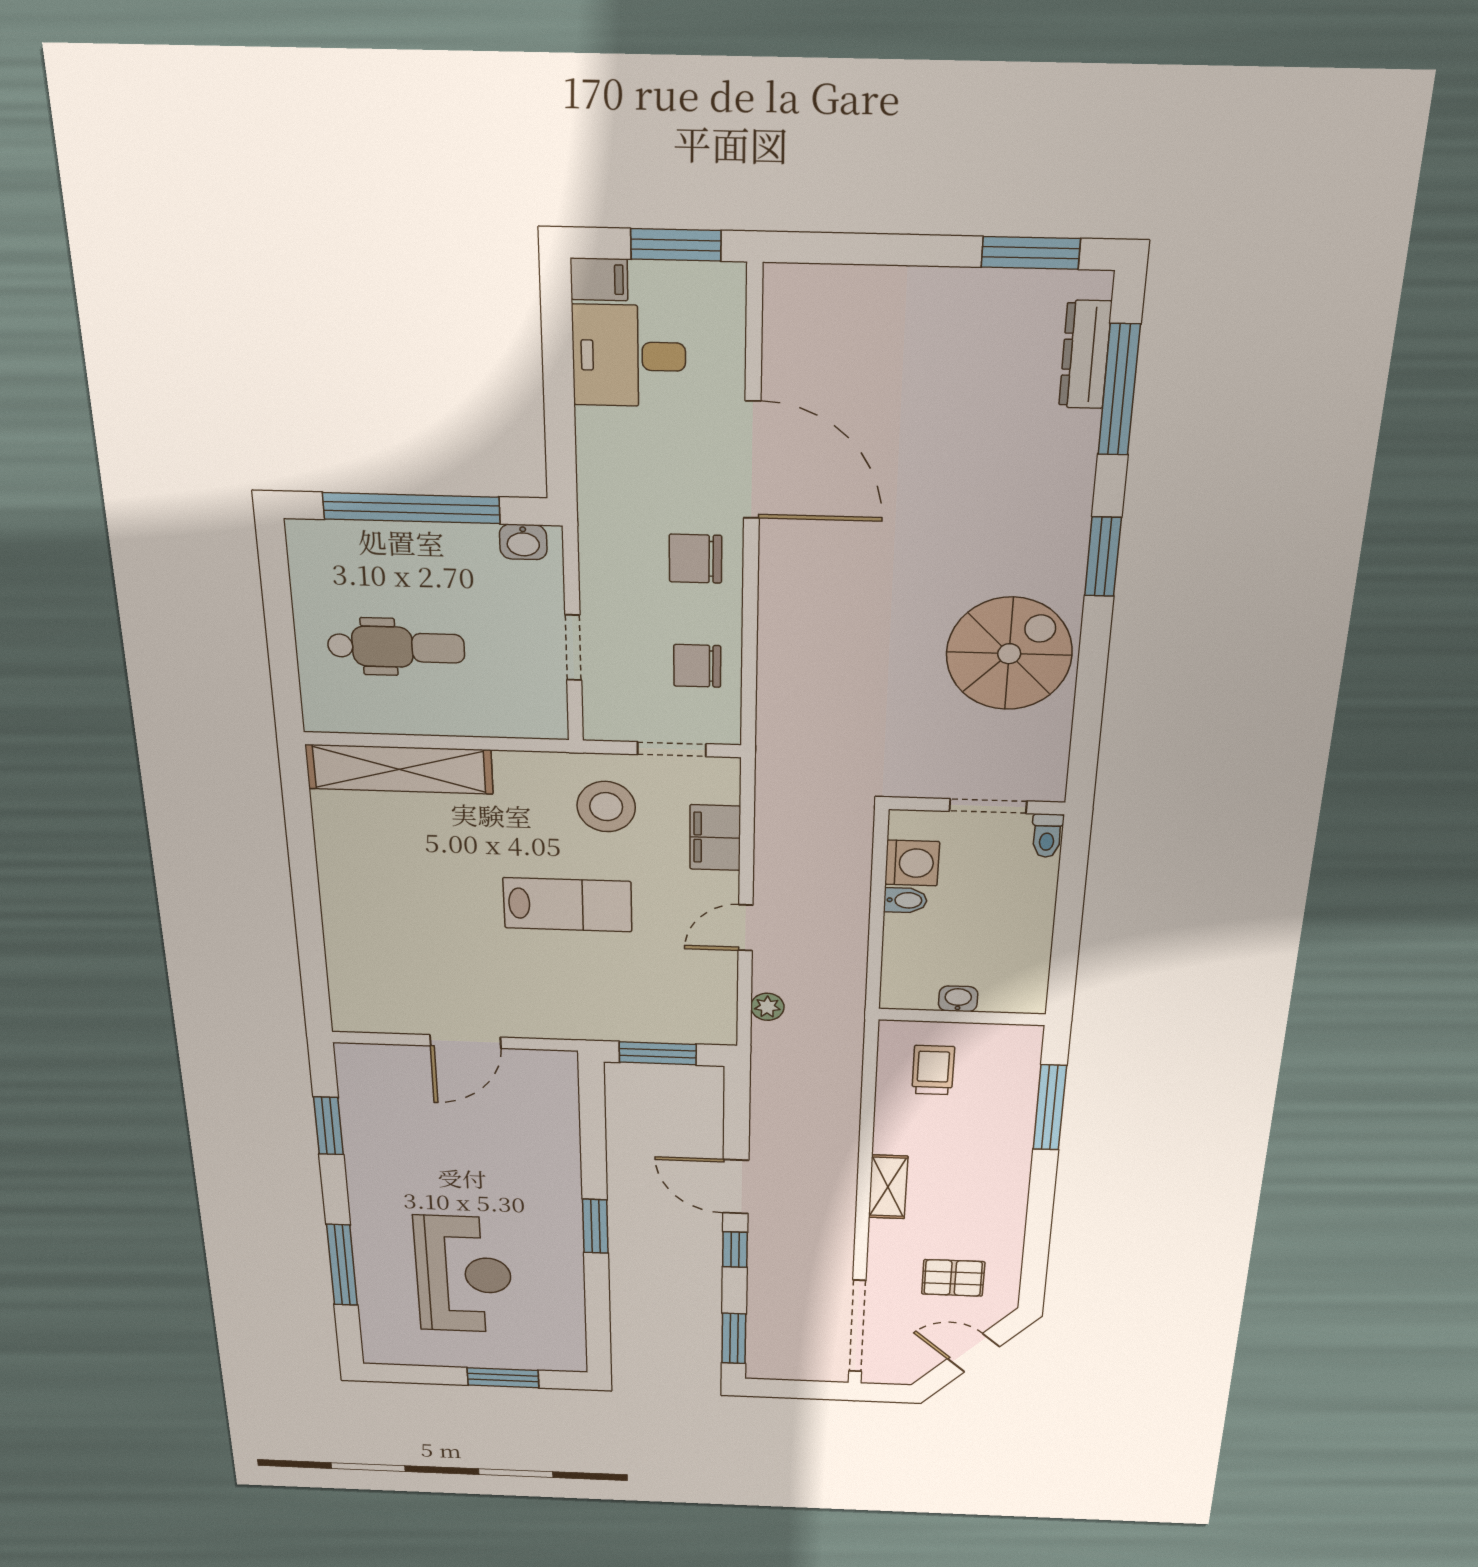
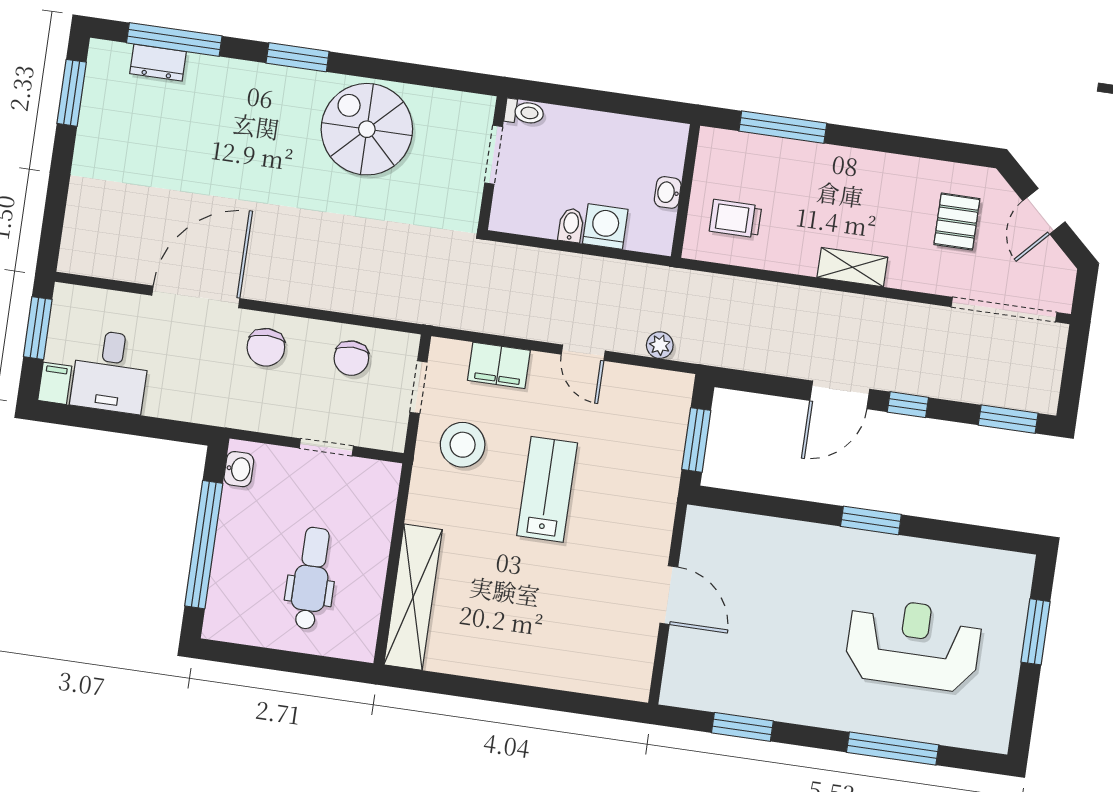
dresser: (1085, 355) -> (158, 63), width x0.70
washing machine: (912, 863) -> (605, 227), moved

